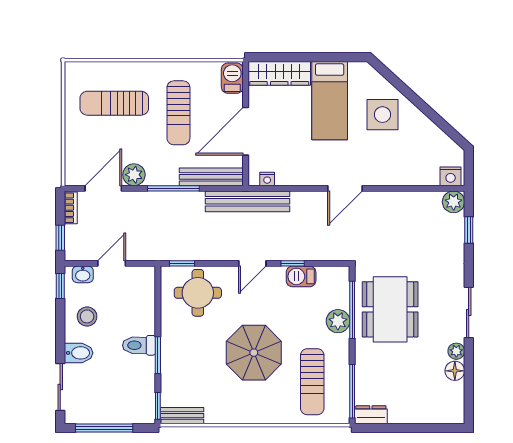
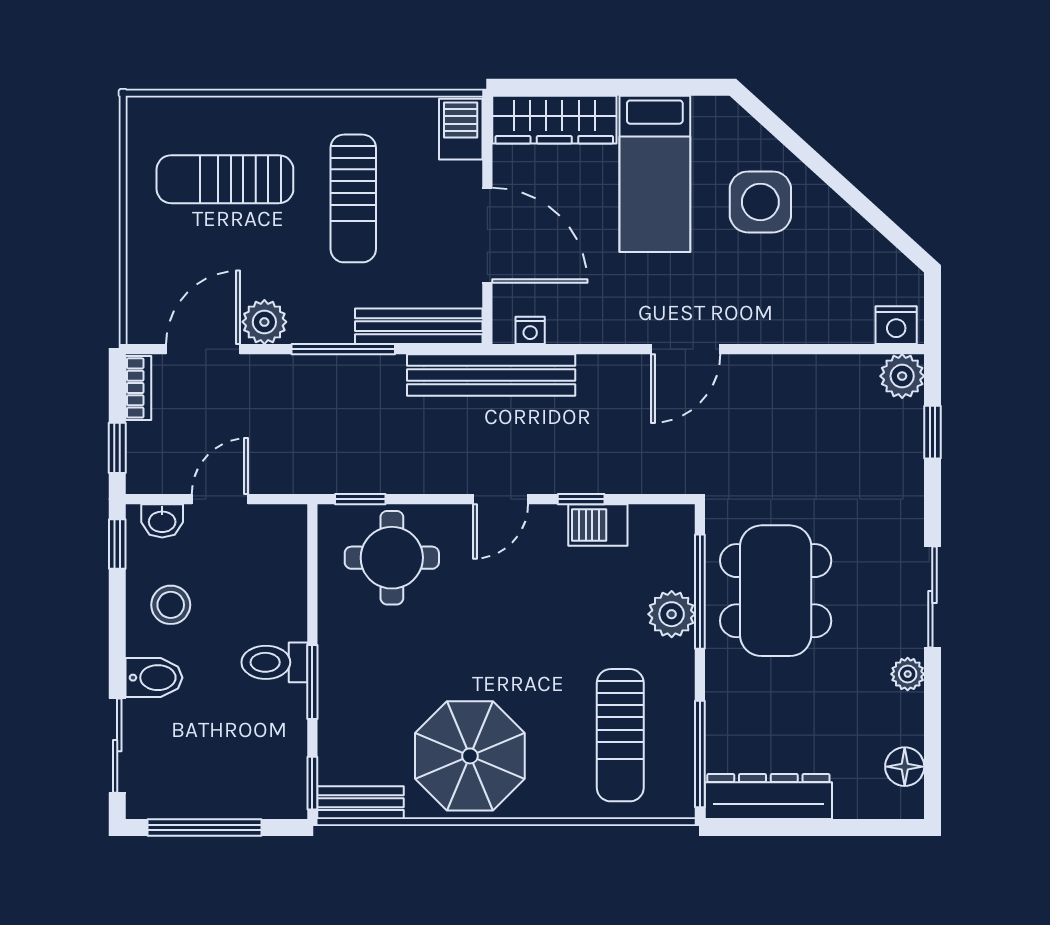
door: (246, 131) -> (487, 235), swing flipped
parasol: (254, 353) -> (470, 756), moved
floor lamp: (455, 371) -> (905, 767), moved
dresser: (371, 415) -> (768, 797), width x1.96, depth x1.24

